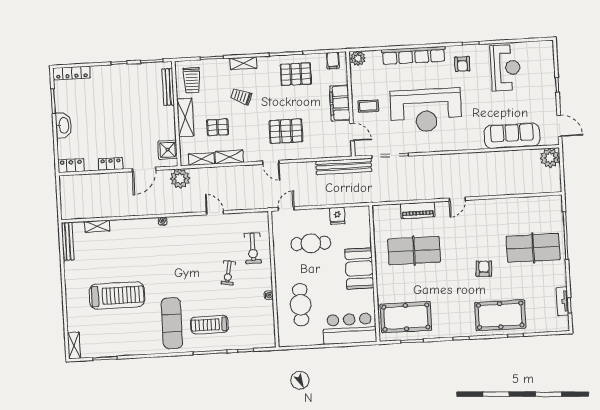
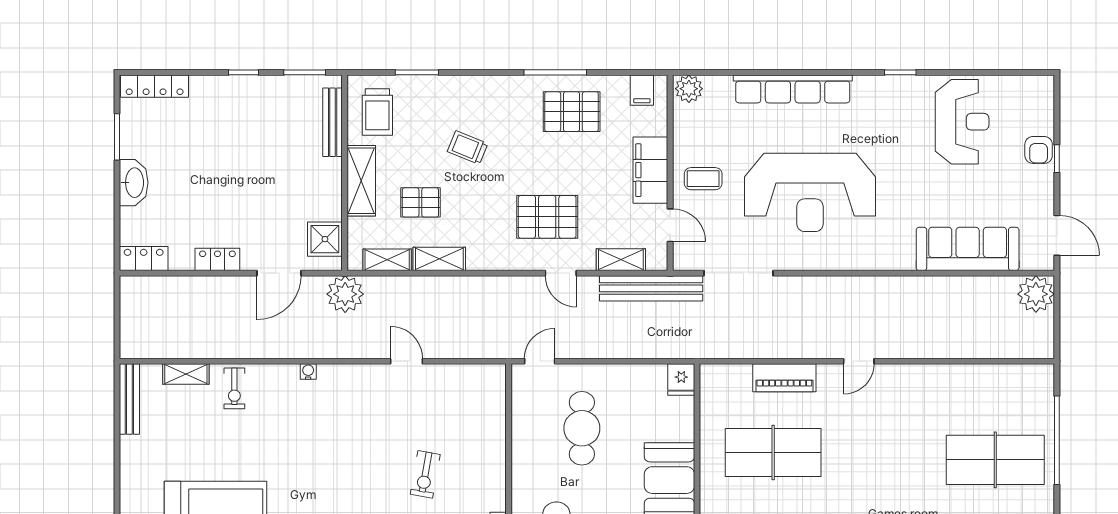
shelving: (243, 63) -> (621, 260), moved
armchair: (462, 64) -> (1039, 150), moved
door: (271, 162) -> (561, 273), moved
fridge: (337, 216) -> (681, 380), moved
cafe table: (311, 243) -> (582, 428), turned 90
exercise bike: (253, 248) -> (234, 388), moved, width x0.73, depth x0.72
armchair: (484, 269) -> (901, 493), removed

